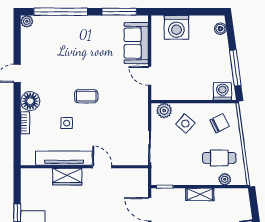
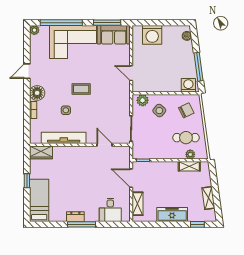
corner sofa: (76, 36) -> (73, 42), added
sofa: (136, 43) -> (114, 35), moved, turned -90
door: (102, 167) -> (105, 145), moved
wardrobe: (67, 177) -> (41, 152), moved
shelving: (200, 194) -> (189, 166), moved

